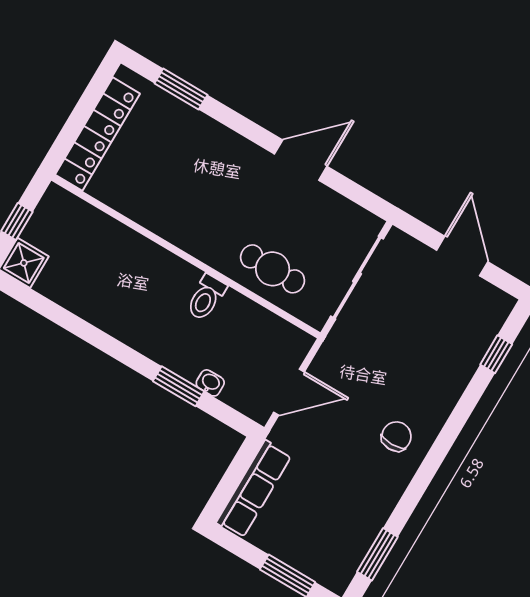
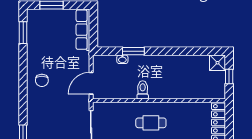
cafe table: (273, 269) -> (151, 123), moved
door: (289, 392) -> (91, 83), moved

